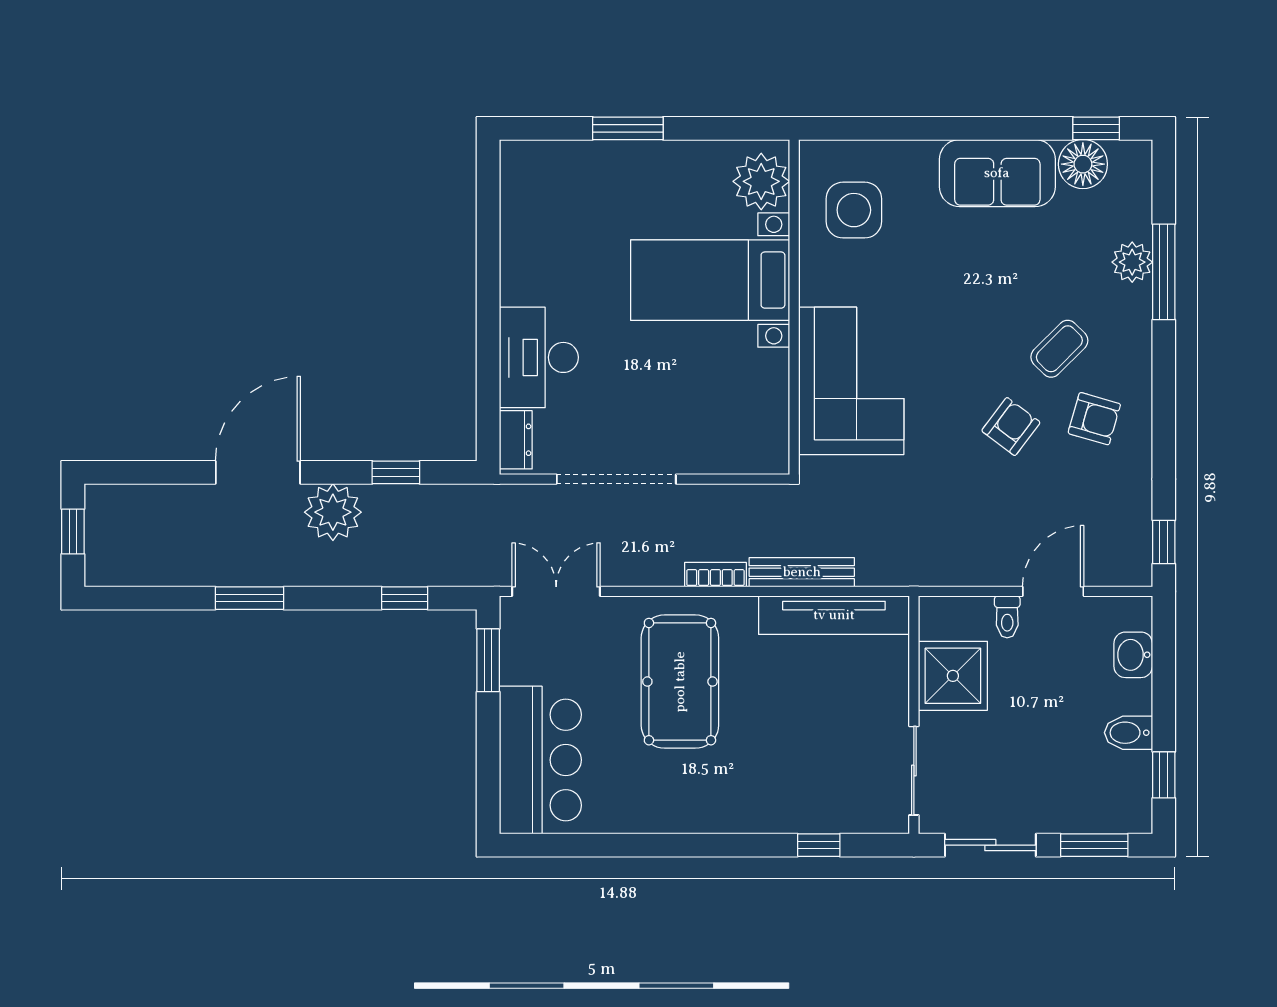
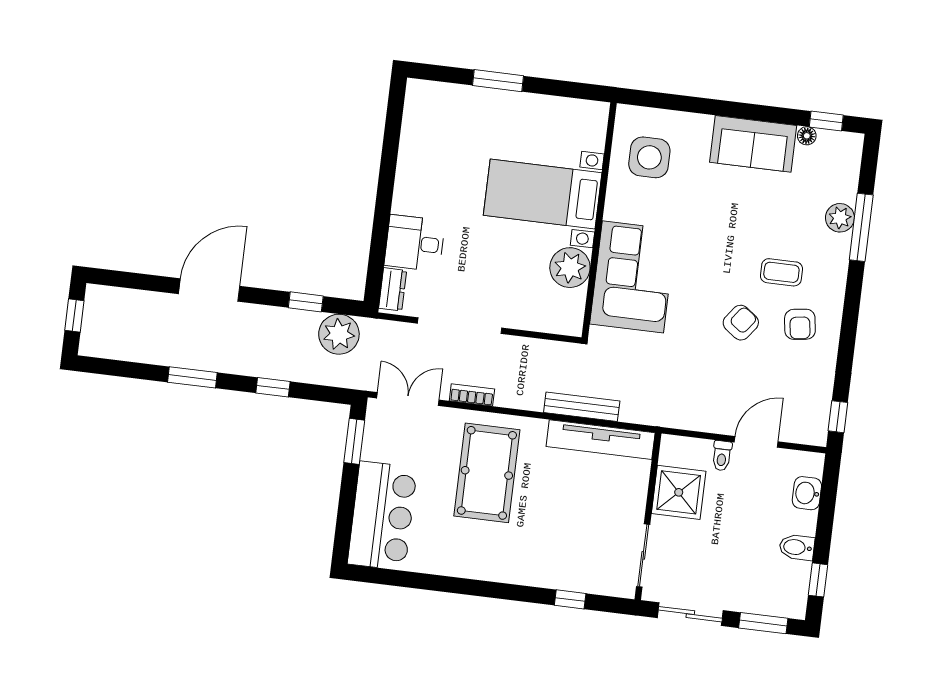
floor lamp: (1083, 164) -> (807, 136), width x0.53, depth x0.53
plant: (761, 181) -> (570, 268), moved
coffee table: (1059, 349) -> (781, 272), turned 45
desk: (539, 357) -> (415, 243), width x0.73
armchair: (1094, 419) -> (800, 324), turned 66
plant: (333, 512) -> (339, 334), moved
bookcase: (715, 575) -> (472, 395), moved
window: (405, 598) -> (273, 387), moved

